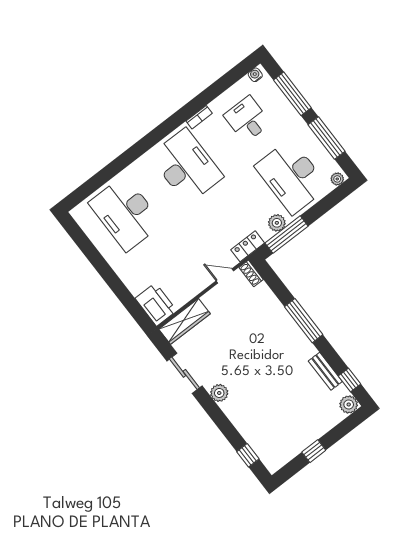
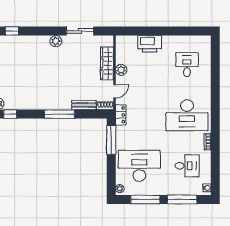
desk: (126, 213) -> (187, 65), width x0.53, depth x0.77
plant: (277, 223) -> (121, 70), moved
printer: (156, 304) -> (150, 44), moved
wardrobe: (185, 321) -> (107, 63), moved
bench: (325, 371) -> (84, 105), moved

